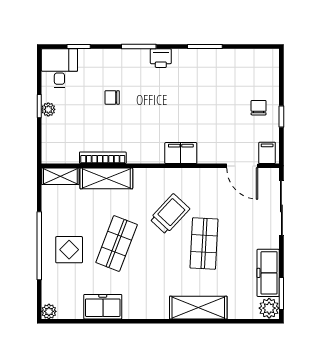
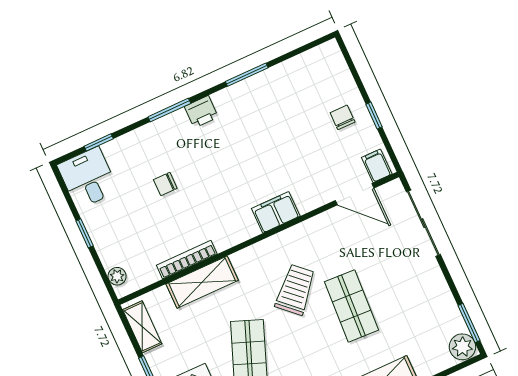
plant: (48, 109) -> (117, 276), moved
shelving: (60, 176) -> (142, 327), moved, turned 90
freezer: (268, 273) -> (442, 306), removed

